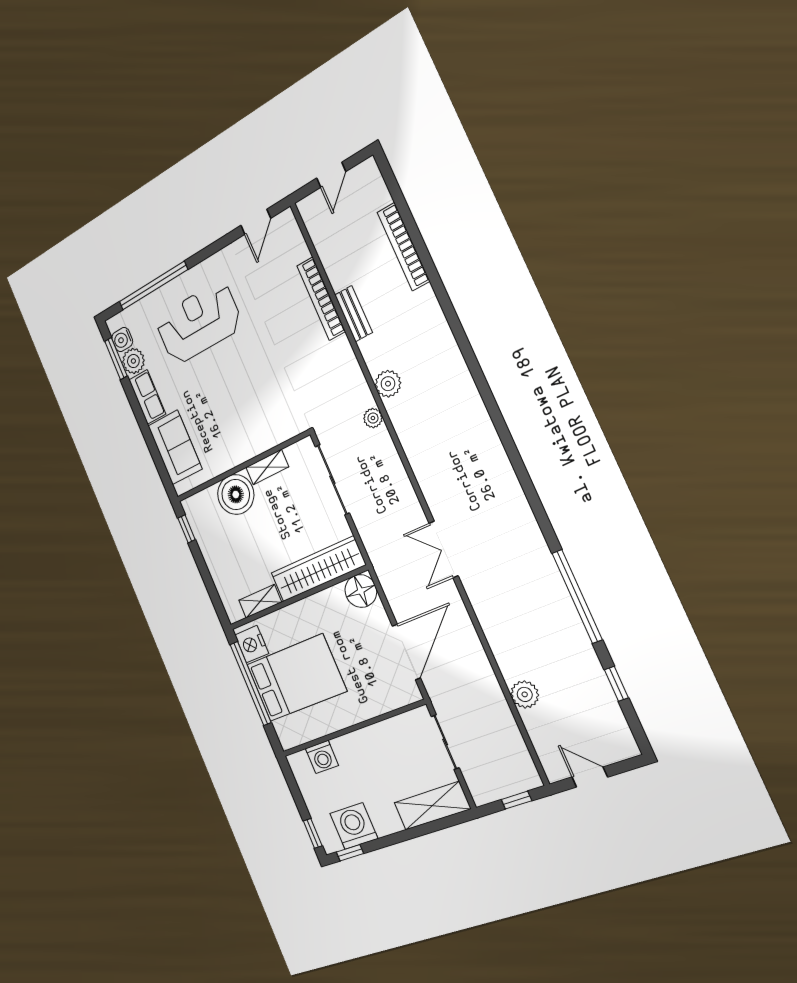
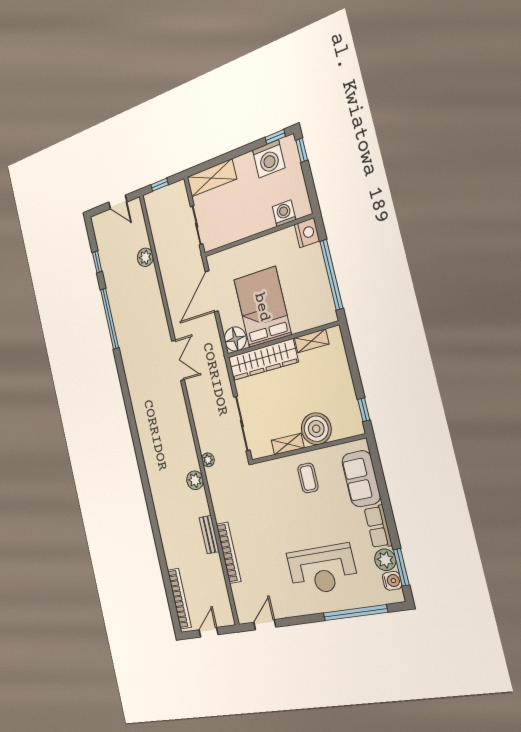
bookcase: (403, 247) -> (179, 599), moved
coffee table: (235, 431) -> (308, 478), added
nightstand: (252, 644) -> (307, 233), moved
bed: (296, 678) -> (262, 307), moved, turned 90

